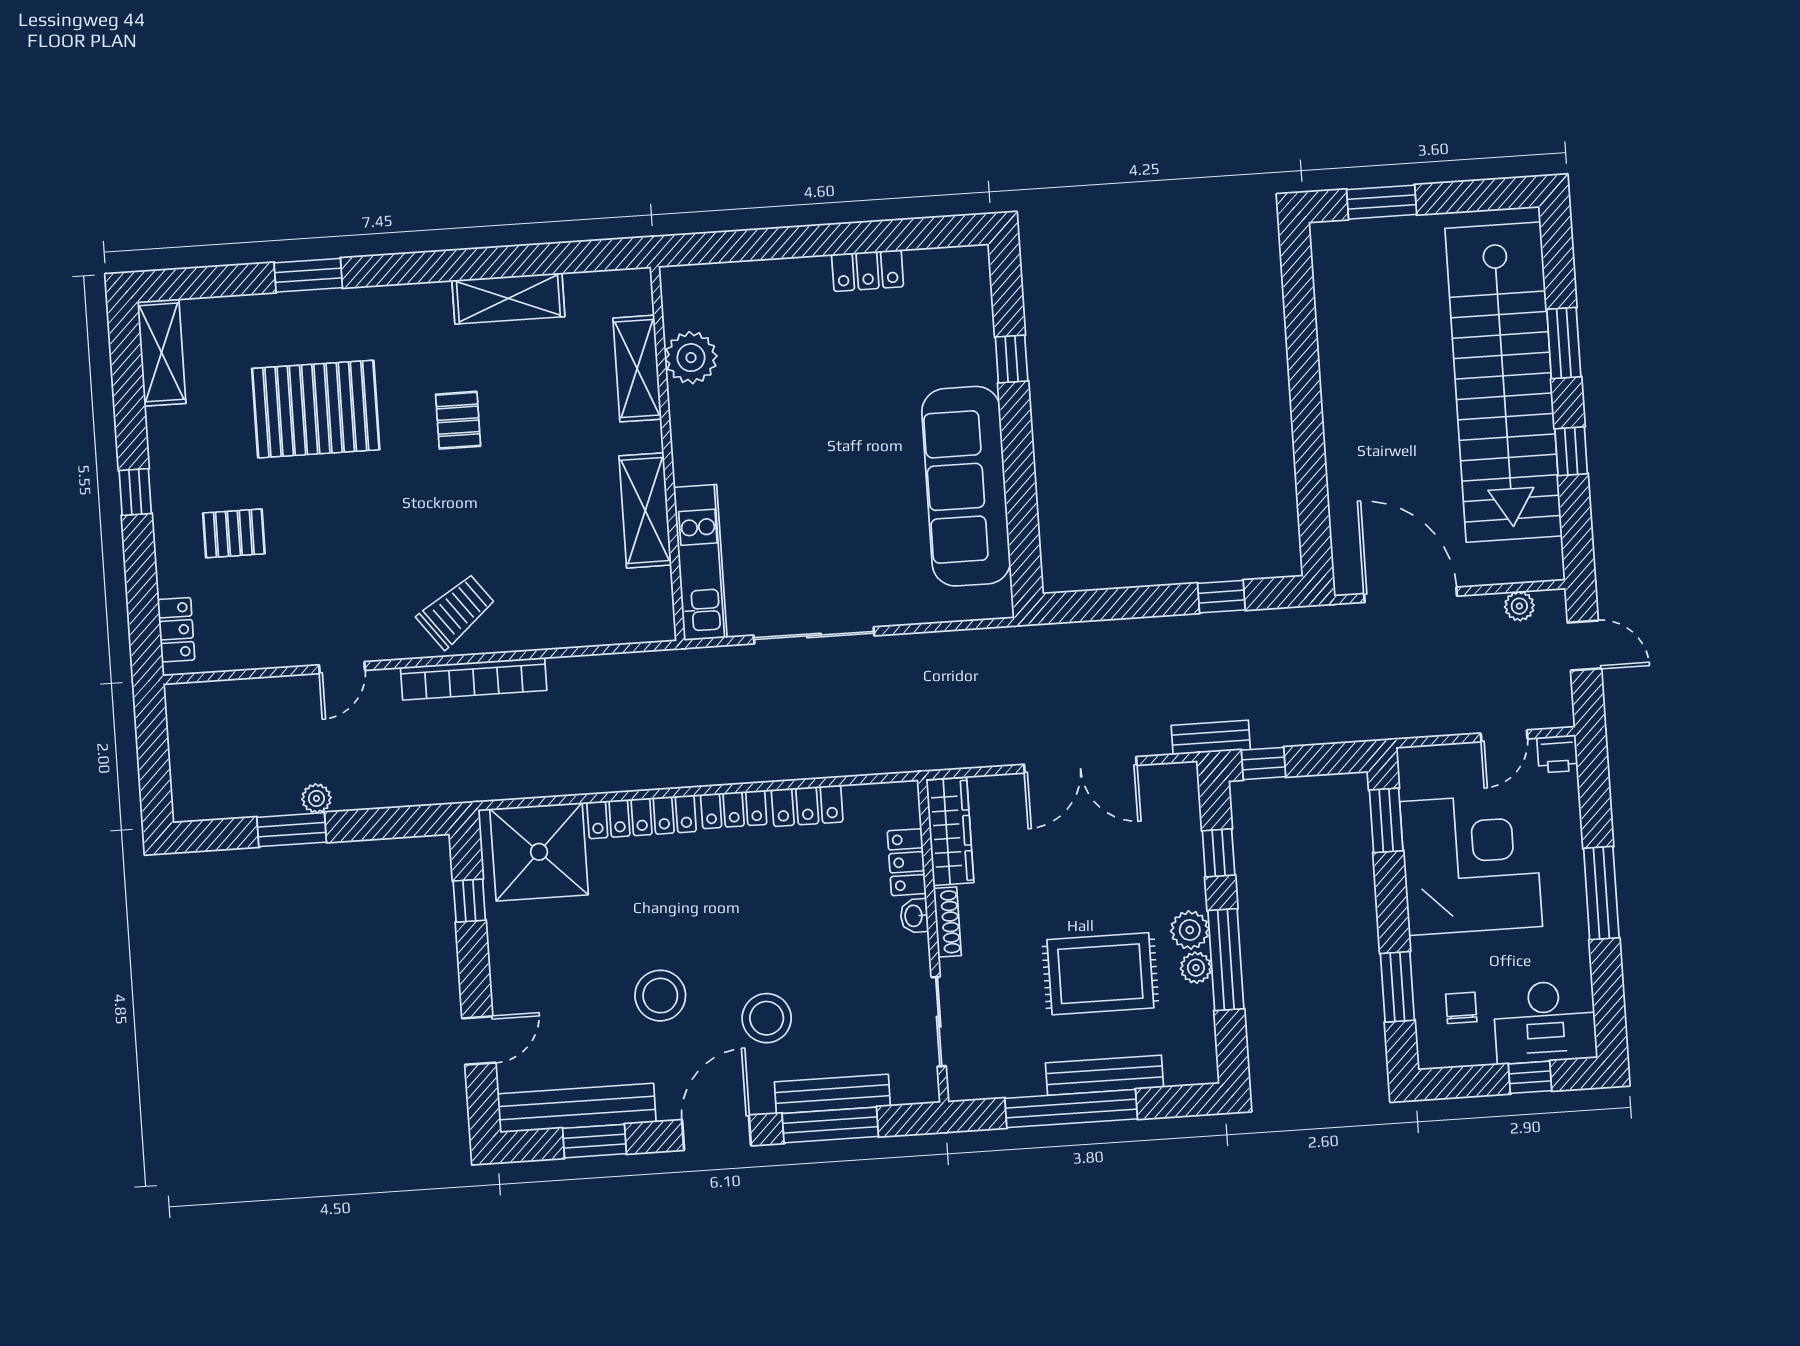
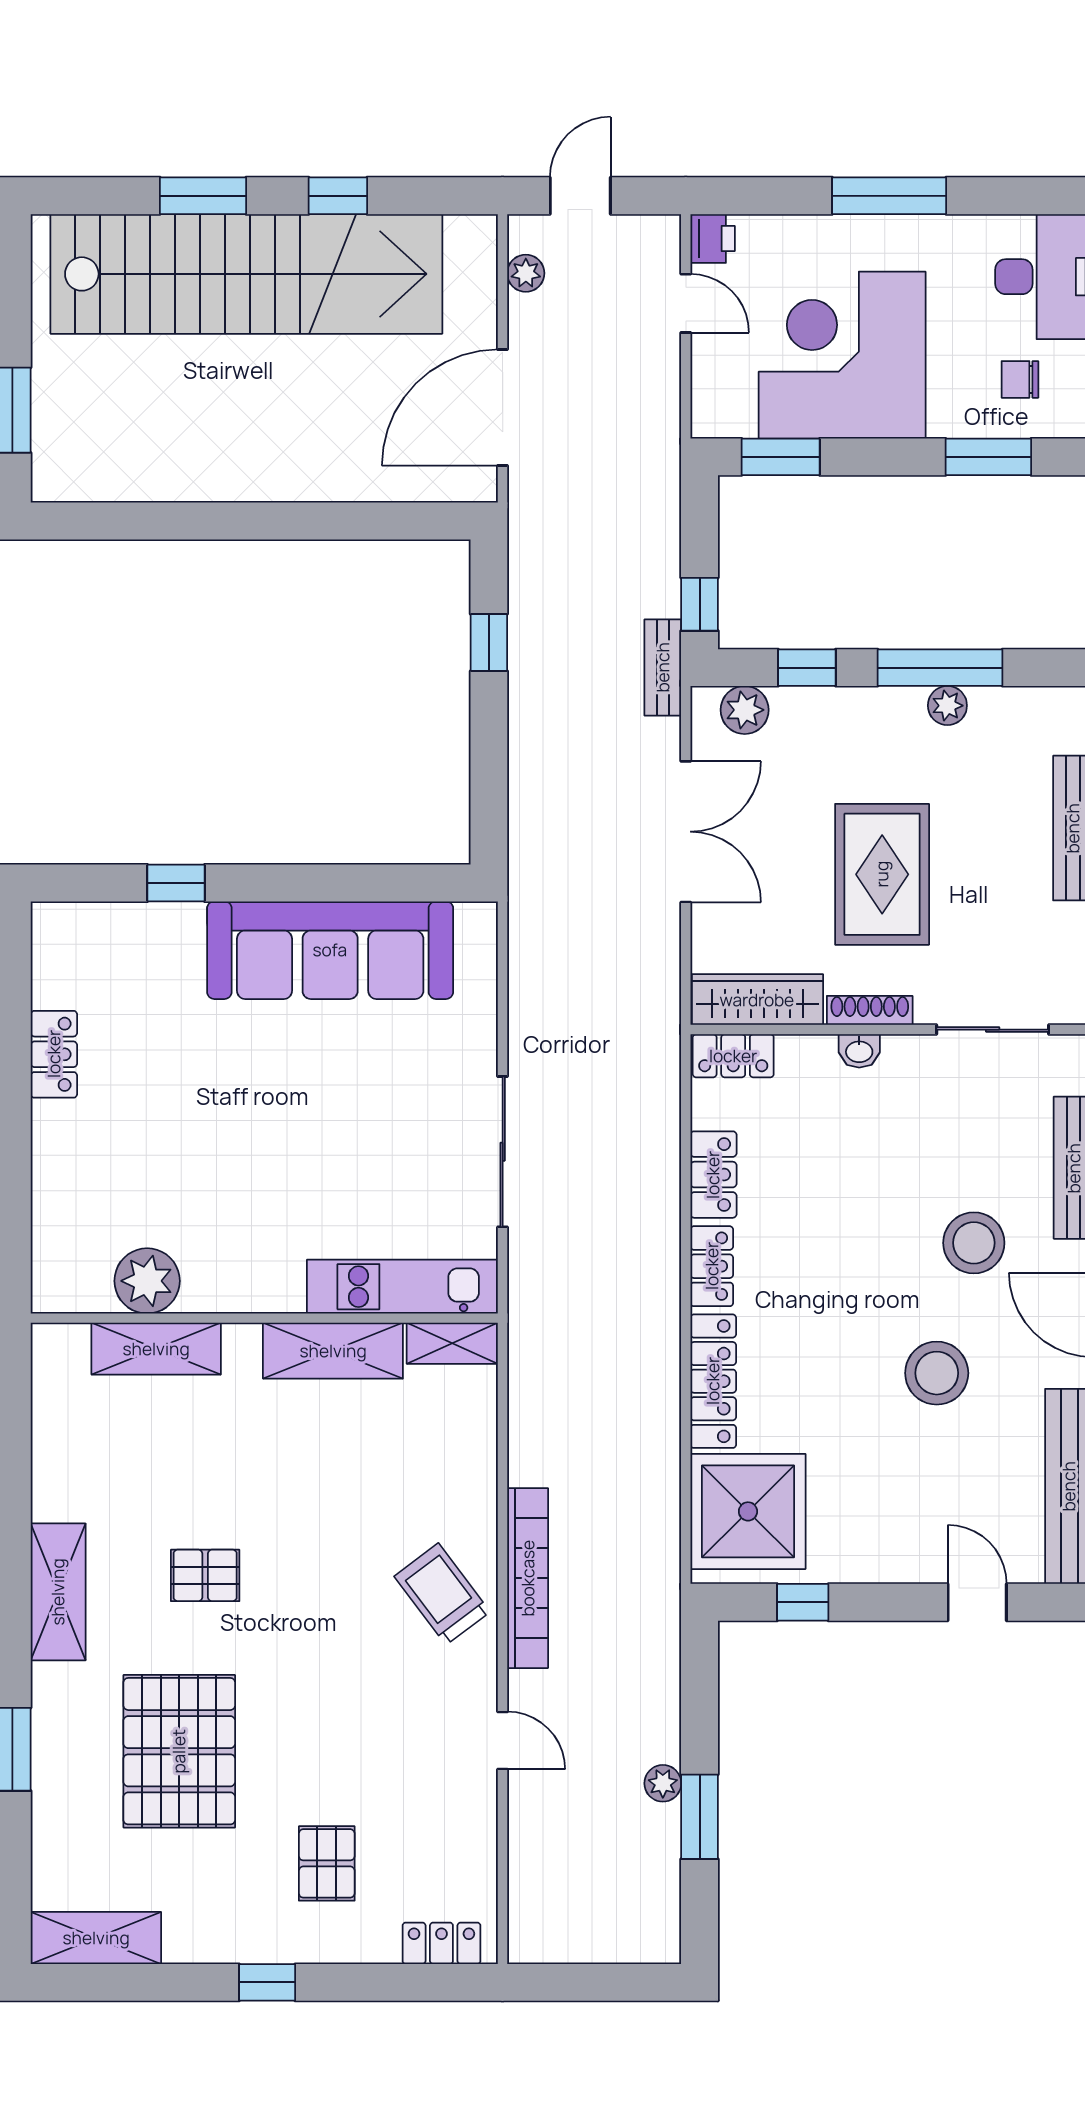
shelving: (508, 298) -> (58, 1592), moved
shelving: (658, 606) -> (452, 1343), added
locker: (907, 862) -> (733, 1056), moved
plant: (1190, 930) -> (745, 710), moved
rug: (1100, 974) -> (882, 874), moved

